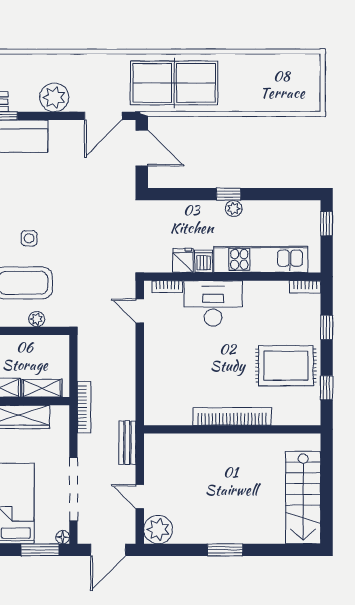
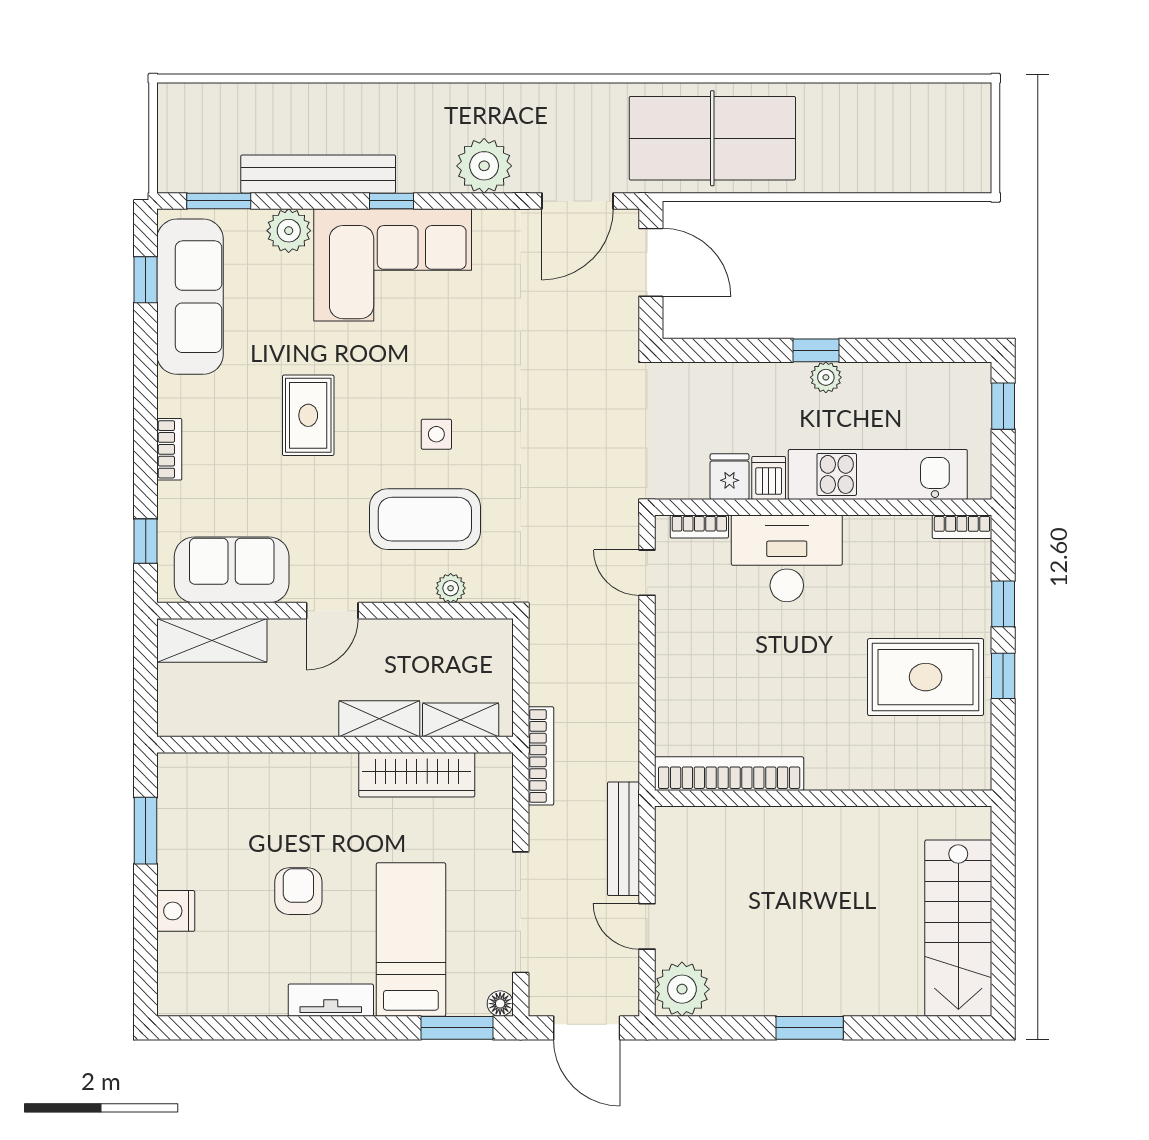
window: (327, 388) -> (1003, 676), moved
bookcase: (232, 416) -> (729, 774), moved
bench: (127, 443) -> (623, 839), width x1.36
door: (108, 550) -> (587, 1028), hinge flipped

